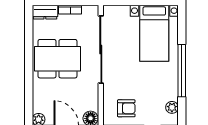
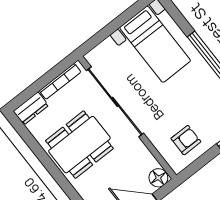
bookcase: (70, 10) -> (60, 81), width x1.56

